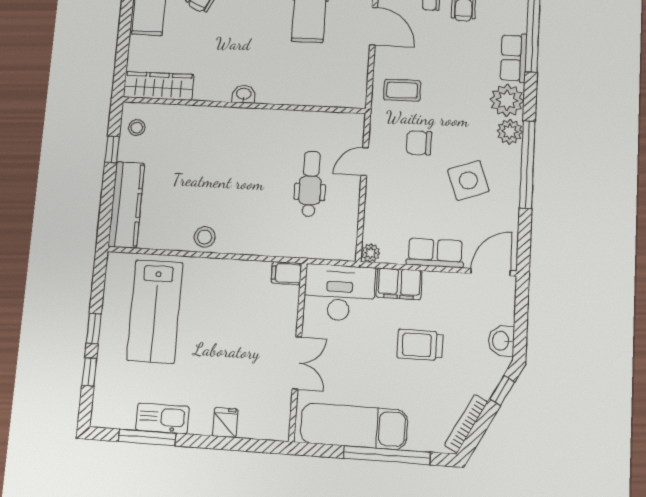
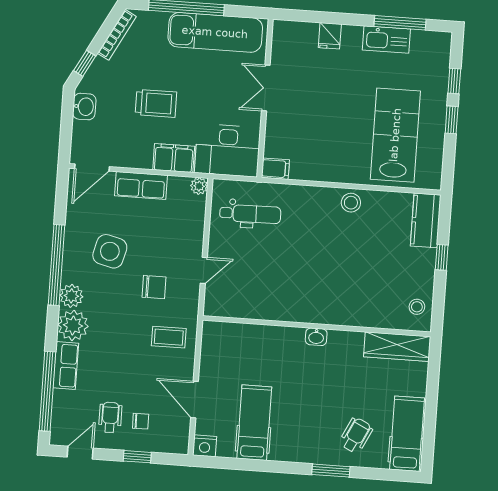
window: (112, 150) -> (442, 257), moved
side table: (468, 180) -> (110, 251), turned 34
dental chair: (310, 184) -> (250, 214), moved, turned -91
kitchen counter: (126, 205) -> (426, 220), width x0.67

